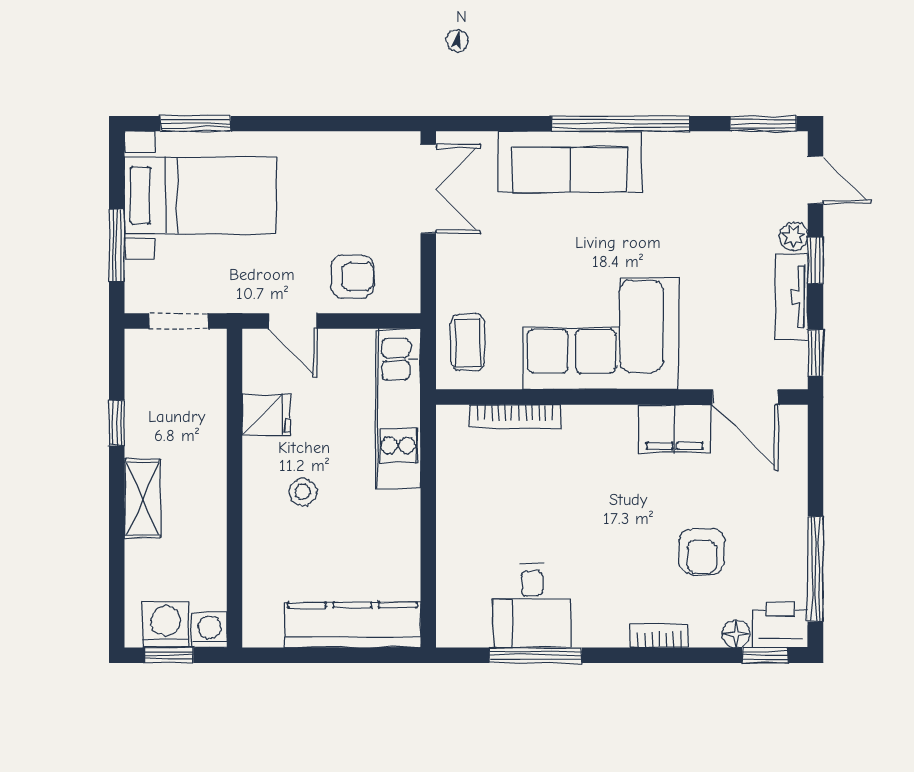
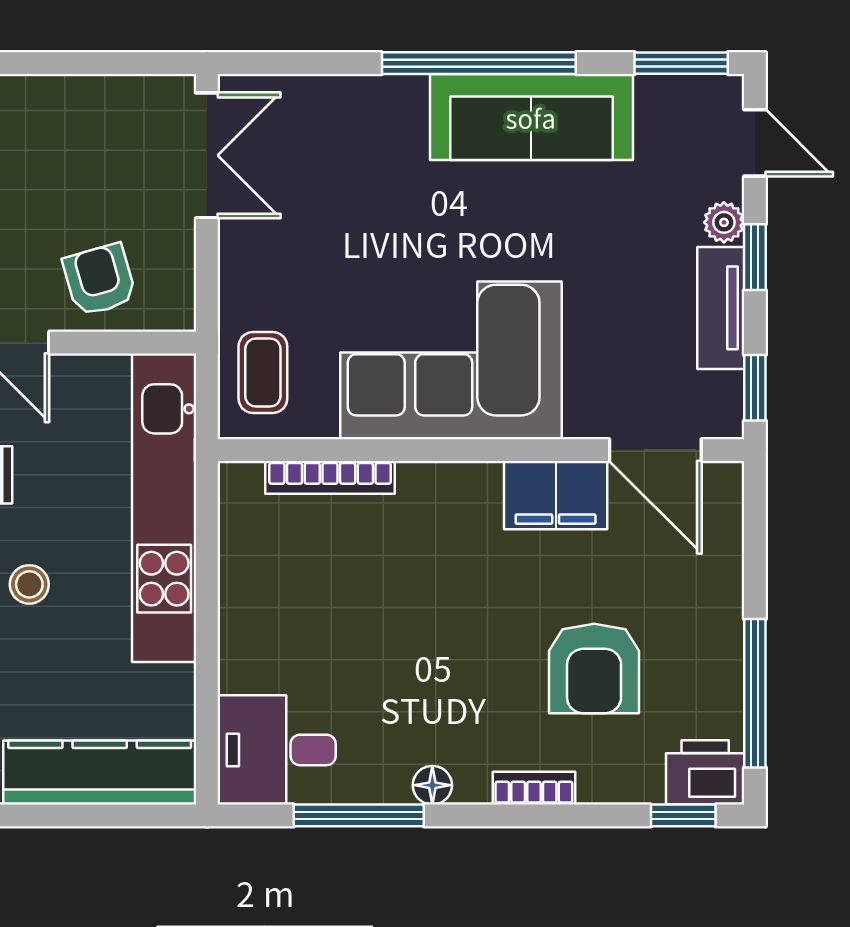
sofa: (570, 162) -> (531, 117), moved
armchair: (352, 277) -> (99, 280), turned -106
kitchen unit: (398, 409) -> (164, 508), width x1.36
armchair: (702, 551) -> (594, 668), width x1.38, depth x1.38
desk: (532, 606) -> (277, 750), moved, turned 90
floor lamp: (736, 634) -> (432, 785), moved

